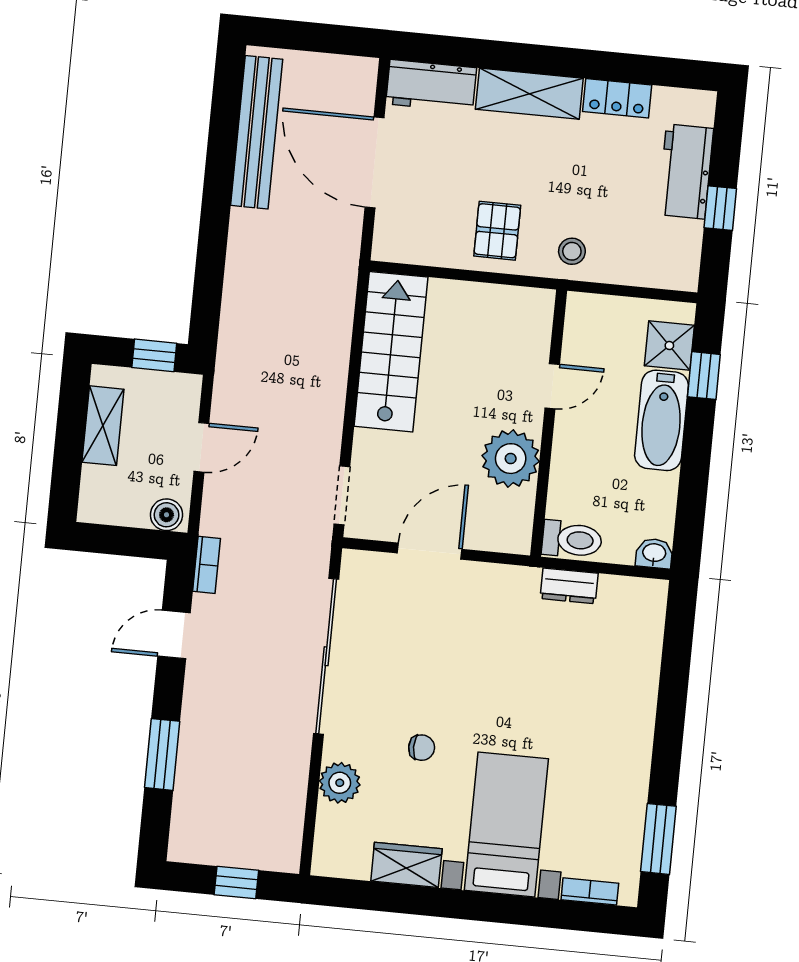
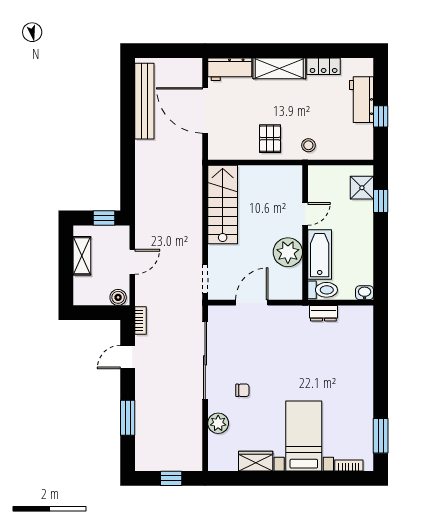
bathtub: (661, 420) -> (320, 254), moved, turned 180
chair: (422, 748) -> (242, 390), moved

